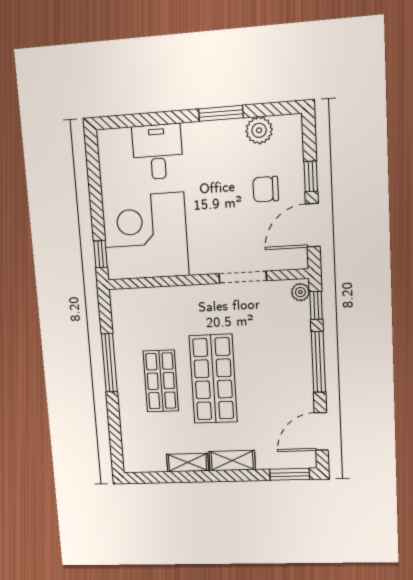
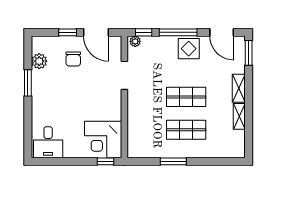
desk: (158, 152) -> (48, 142), moved, turned -90
corner desk: (145, 236) -> (103, 140), width x0.74, depth x0.74
window: (109, 363) -> (173, 161), width x0.69
shop shelf: (213, 379) -> (186, 97), width x0.70, depth x0.74
display table: (292, 380) -> (189, 49), added

